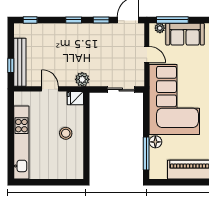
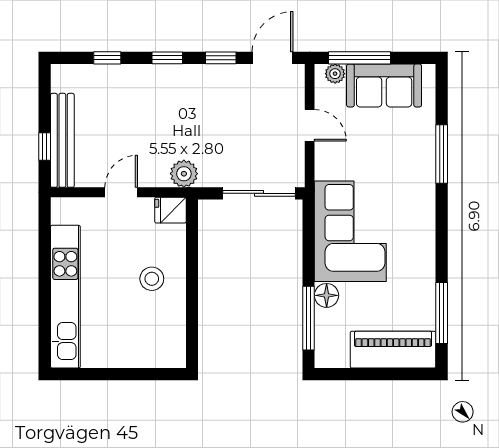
window: (30, 20) -> (107, 58), moved
door: (50, 89) -> (121, 192), hinge flipped
sliding door: (121, 90) -> (259, 193), width x1.37
corner sofa: (174, 100) -> (350, 231), width x0.73, depth x0.74

